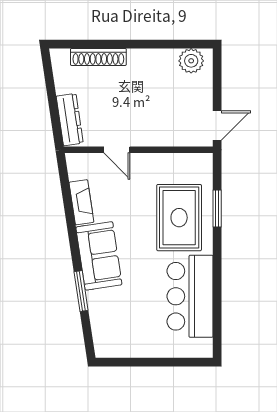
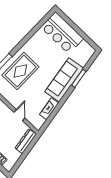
sofa: (99, 256) -> (64, 80), width x1.36
bar counter: (190, 296) -> (62, 33), moved, turned 90

